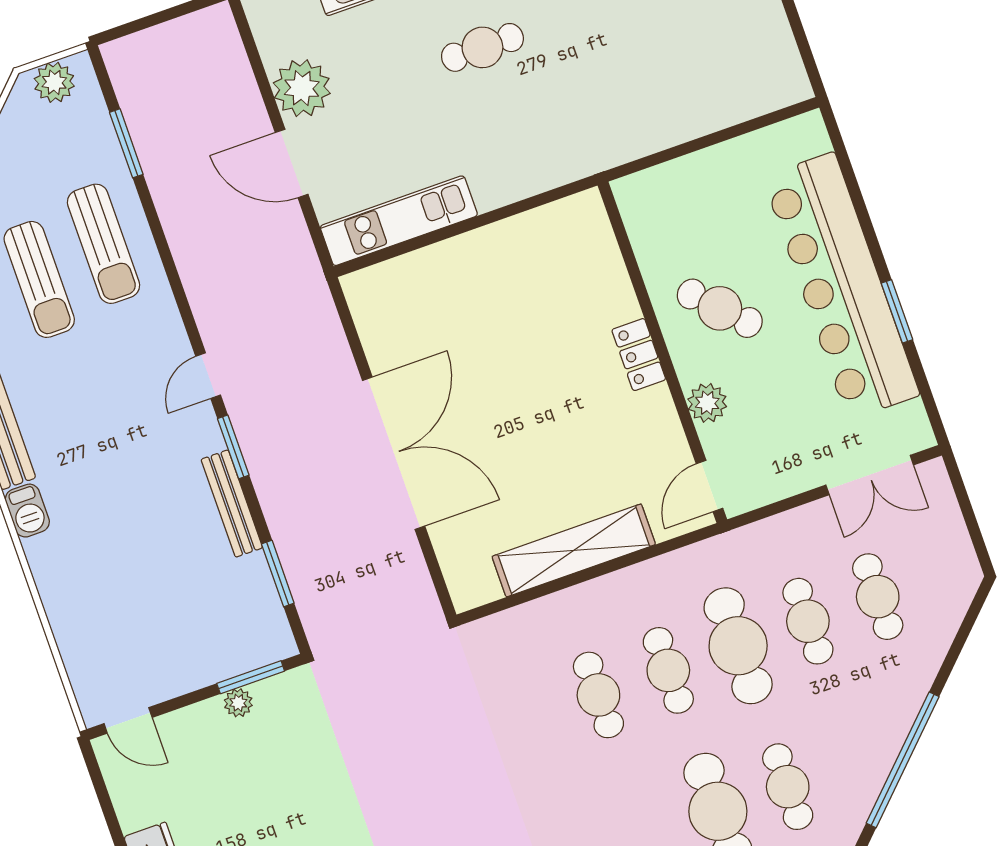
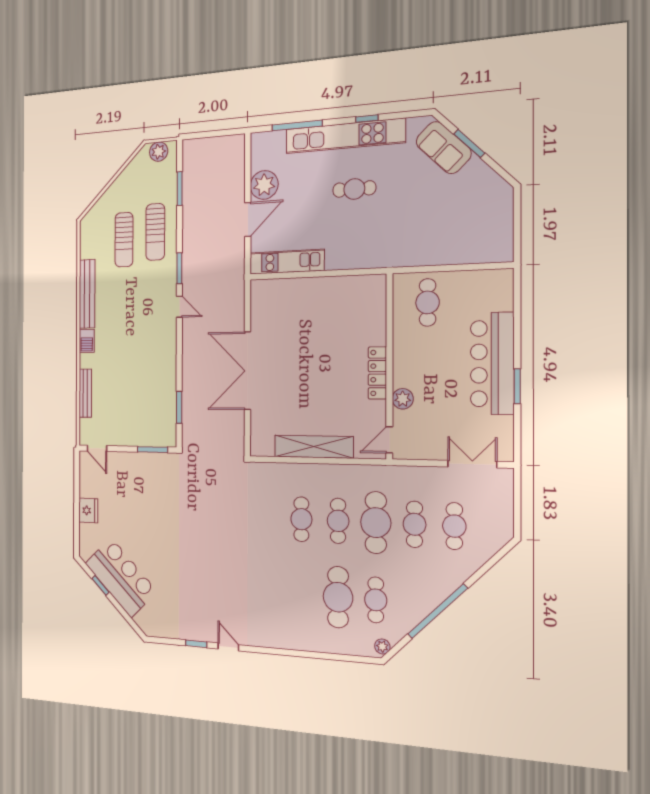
door: (292, 163) -> (248, 219), swing flipped
bar counter: (841, 286) -> (492, 363), width x0.73
cafe table: (720, 308) -> (428, 302), moved, turned 44
locker: (639, 355) -> (377, 373), width x1.53
door: (208, 376) -> (179, 307), swing flipped
window: (233, 447) -> (179, 268), moved
double door: (394, 453) -> (247, 371), swing flipped
double door: (870, 475) -> (472, 464), swing flipped
bench: (232, 504) -> (85, 393), moved
plant: (238, 703) -> (144, 459), removed

